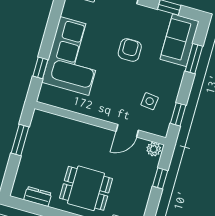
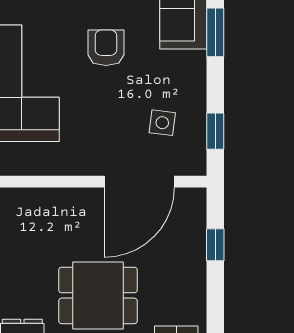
door: (127, 131) -> (139, 182), width x1.88
plant: (154, 149) -> (191, 200), removed

